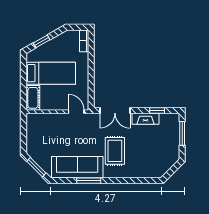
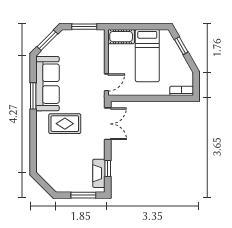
double door: (115, 110) -> (108, 124), swing flipped
fireplace: (145, 119) -> (99, 173), moved
window: (23, 133) -> (84, 27), added

